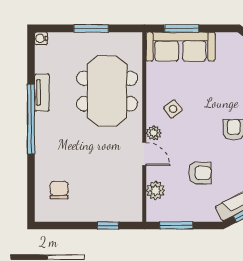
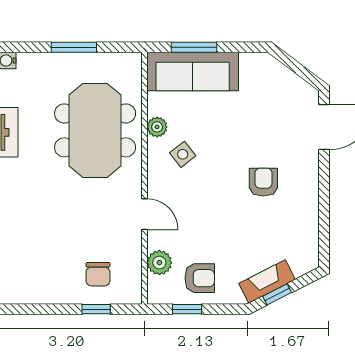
plant: (154, 133) -> (157, 127), moved
armchair: (200, 173) -> (200, 278), moved
chair: (59, 190) -> (98, 274), moved, turned 180
window: (176, 225) -> (187, 309), width x0.67

